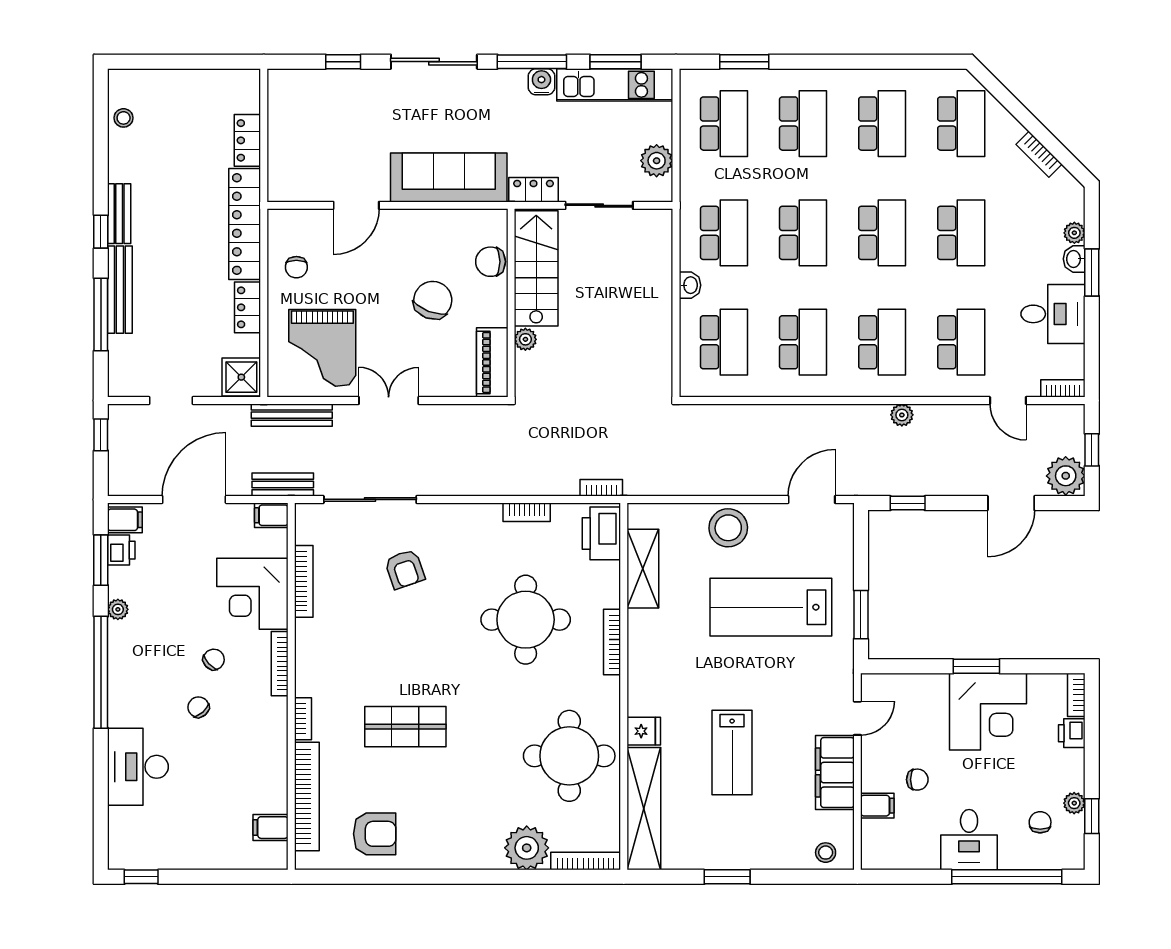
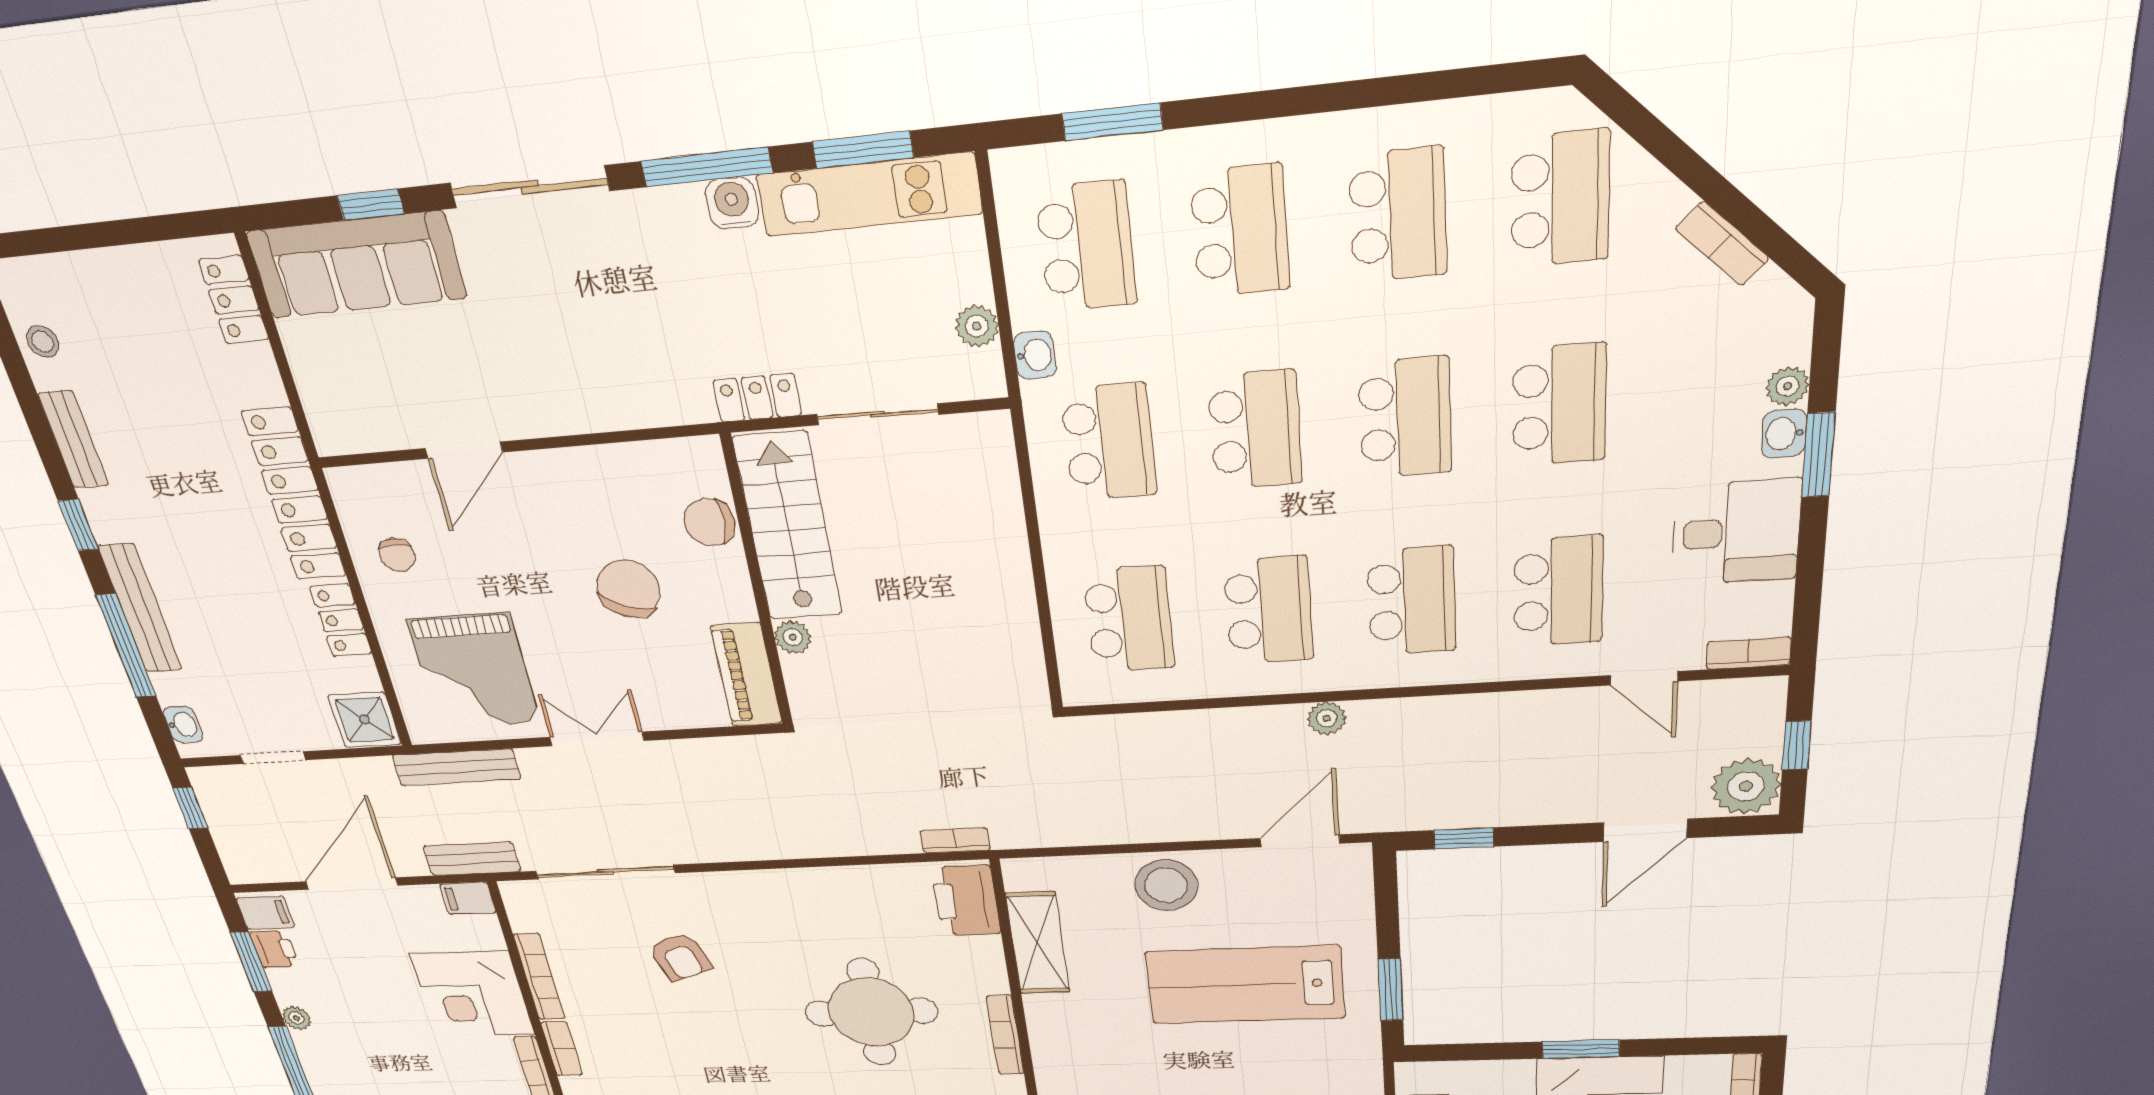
locker: (247, 140) -> (234, 300), moved
plant: (657, 161) -> (977, 326), width x0.73, depth x0.73
sofa: (449, 177) -> (357, 265), moved, turned 180
bench: (119, 214) -> (73, 440), moved
washbasin: (690, 285) -> (1035, 355), moved
washbasin: (118, 373) -> (183, 725), added
plant: (902, 415) -> (1327, 718), moved
bookcase: (527, 512) -> (562, 1049), moved, turned -90
chair: (214, 659) -> (445, 1071), removed

